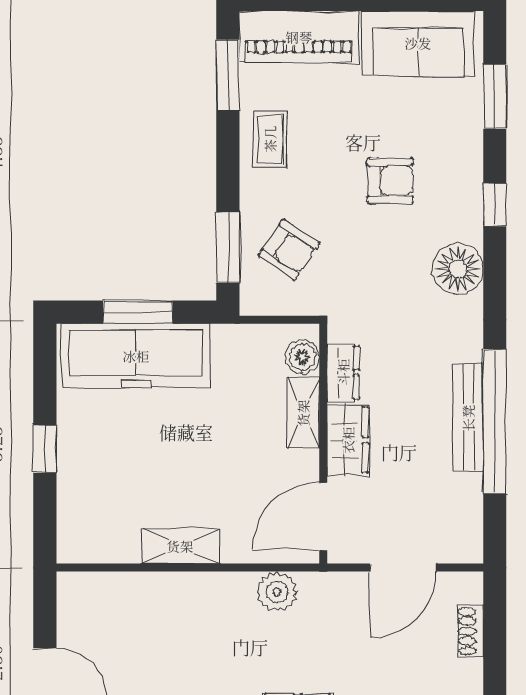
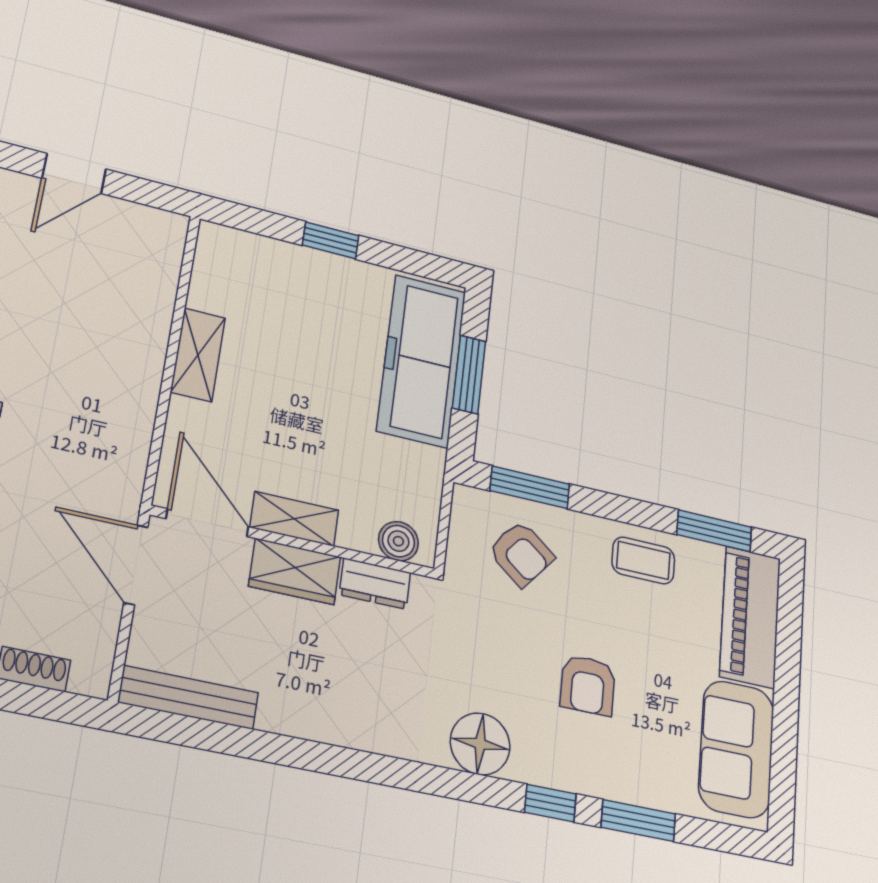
window: (495, 96) -> (638, 821), moved
armchair: (289, 250) -> (521, 554), turned -85
shelving: (303, 413) -> (294, 519), moved
bench: (468, 418) -> (189, 698), moved
window: (495, 421) -> (293, 752), removed
door: (403, 568) -> (136, 565), moved
plant: (277, 592) -> (125, 449), removed

